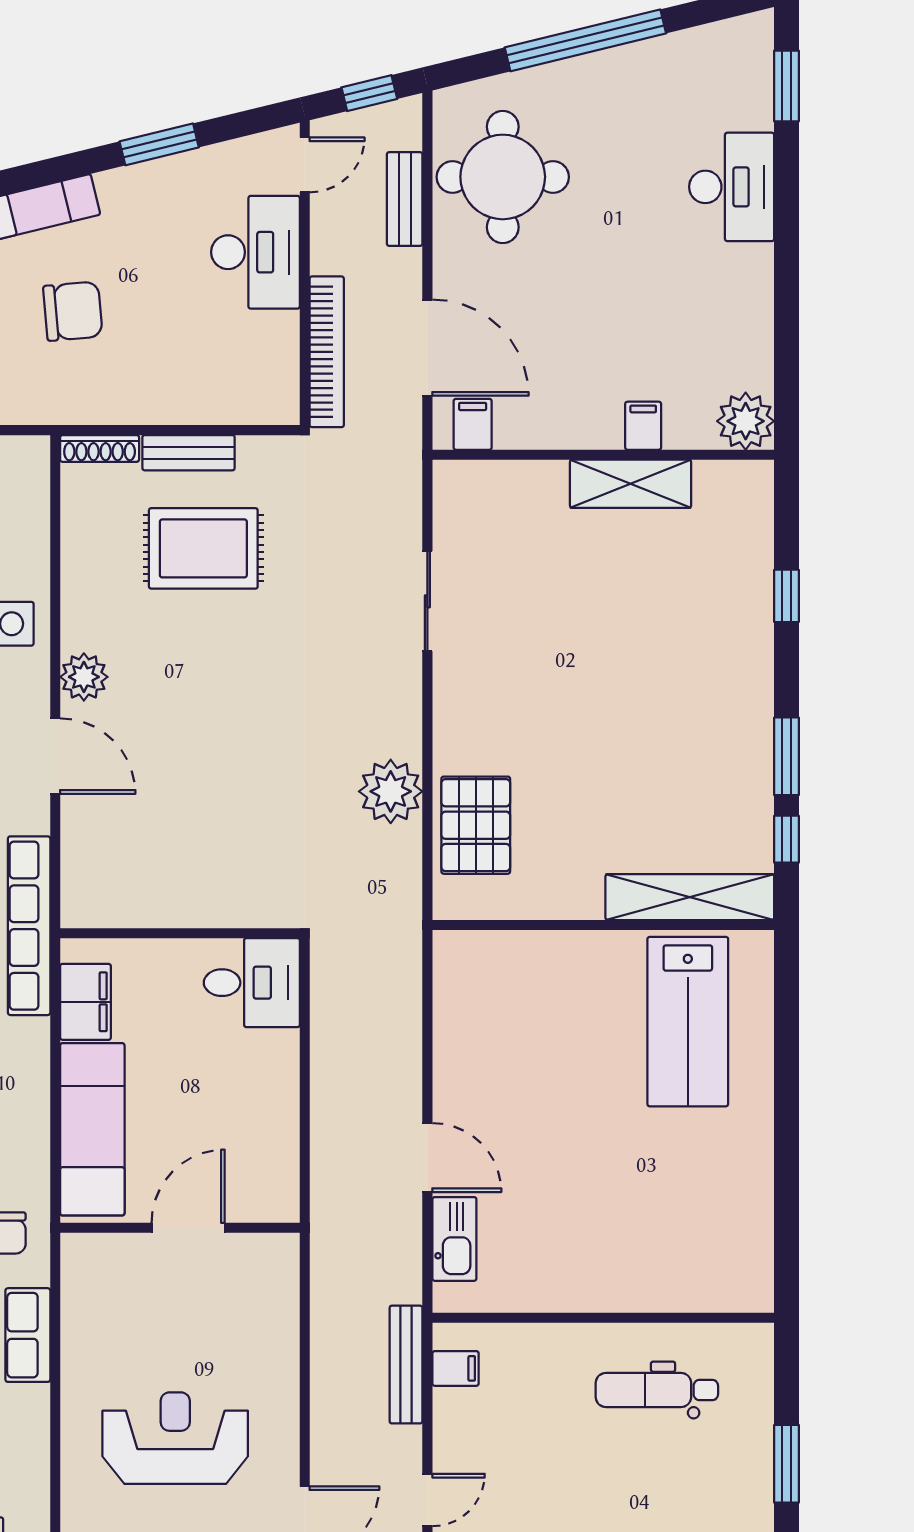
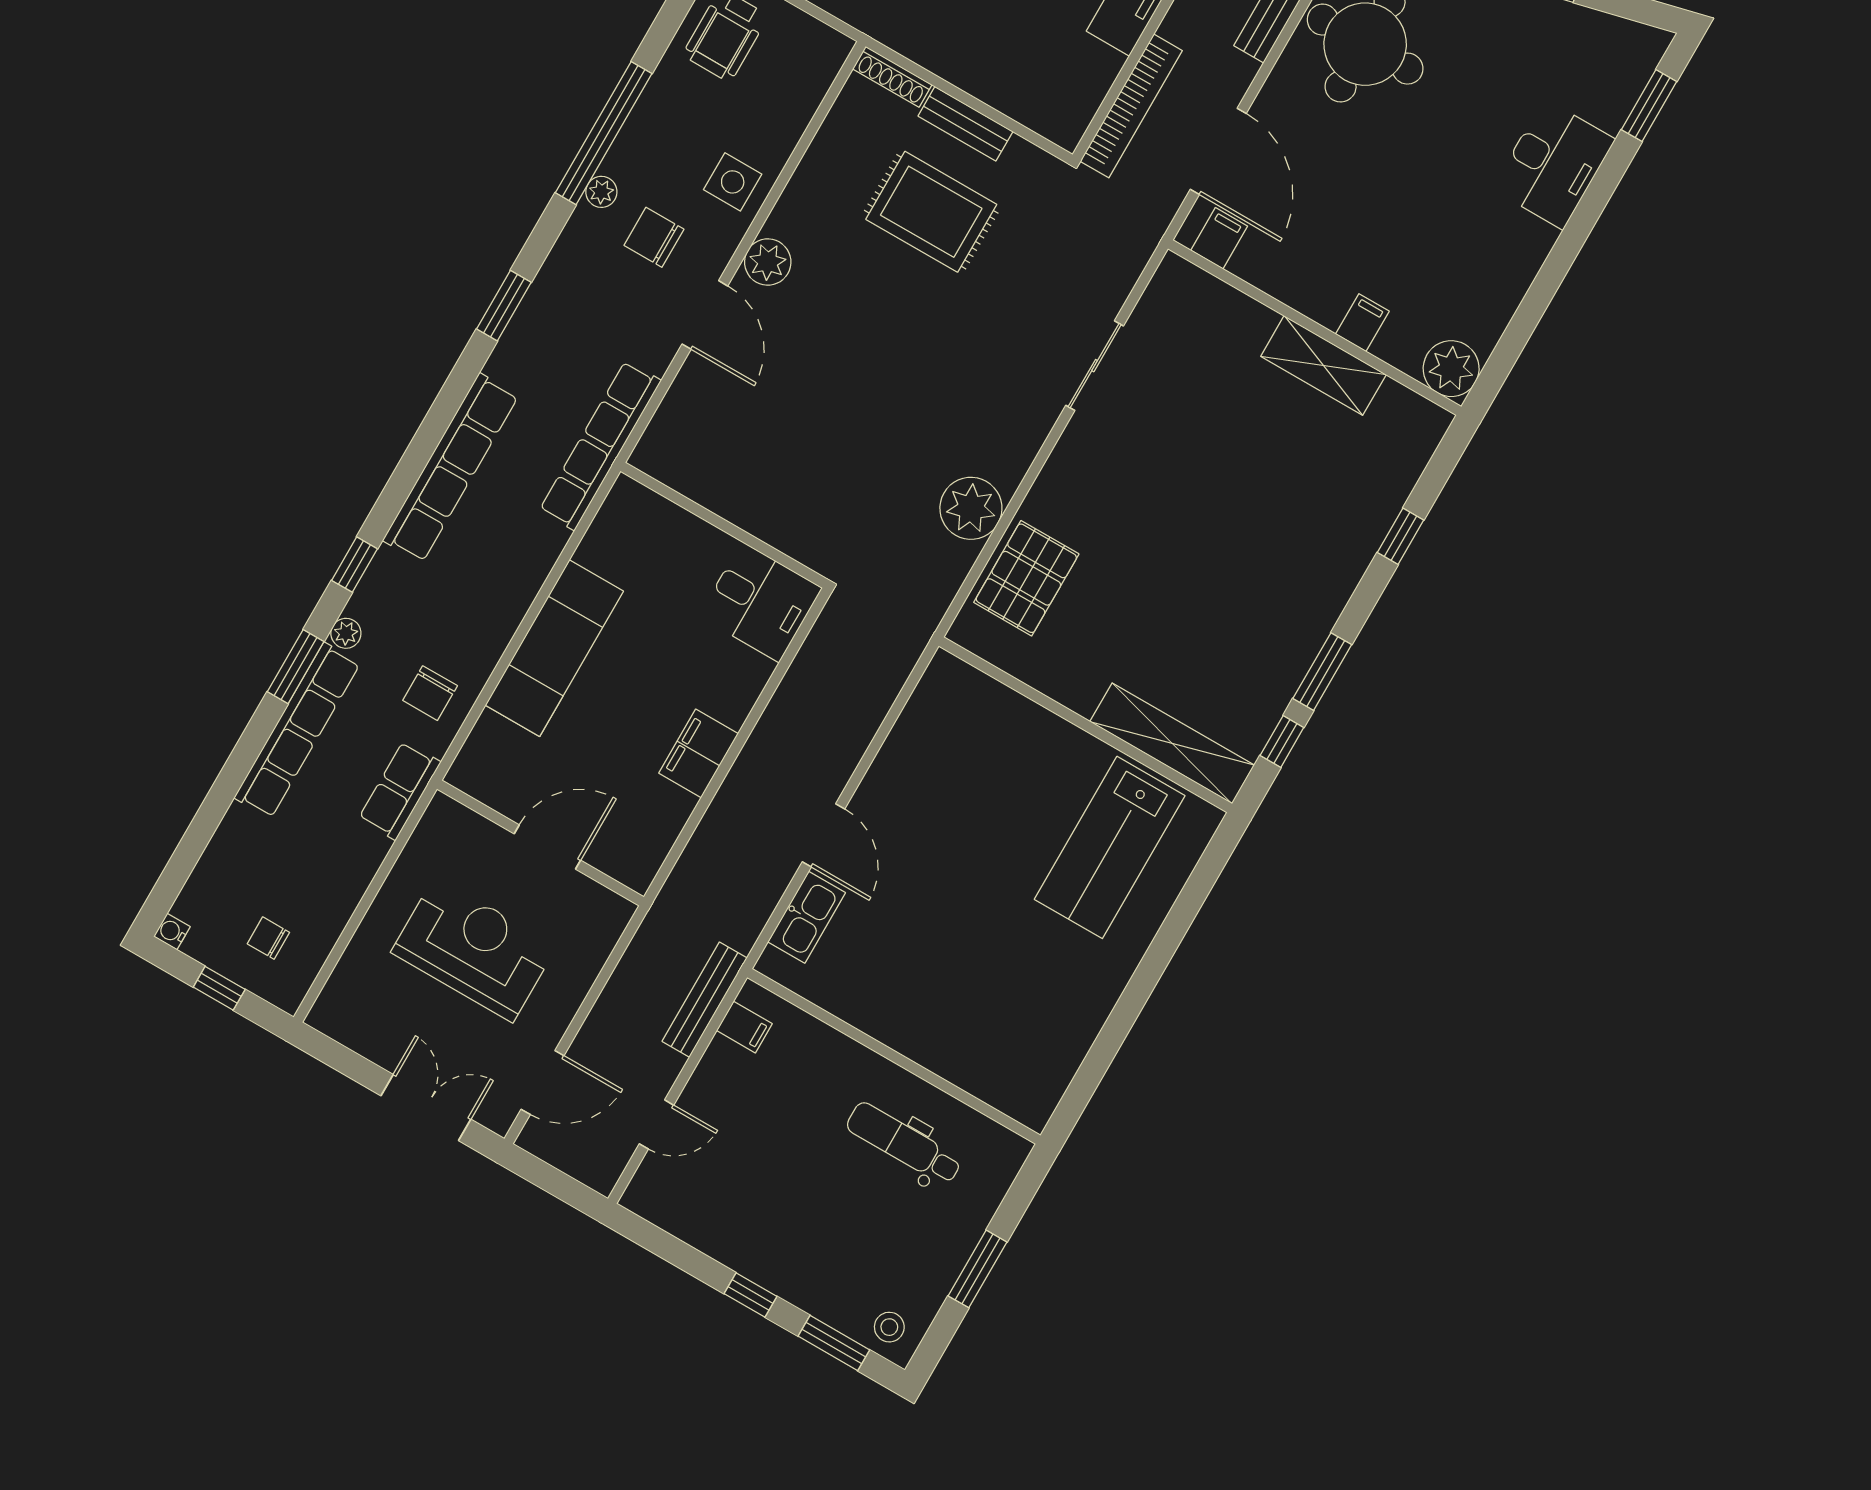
filing cabinet: (85, 1002) -> (699, 753), moved, turned 180
wall: (180, 1228) -> (540, 843), moved
door: (188, 1228) -> (547, 847), moved

